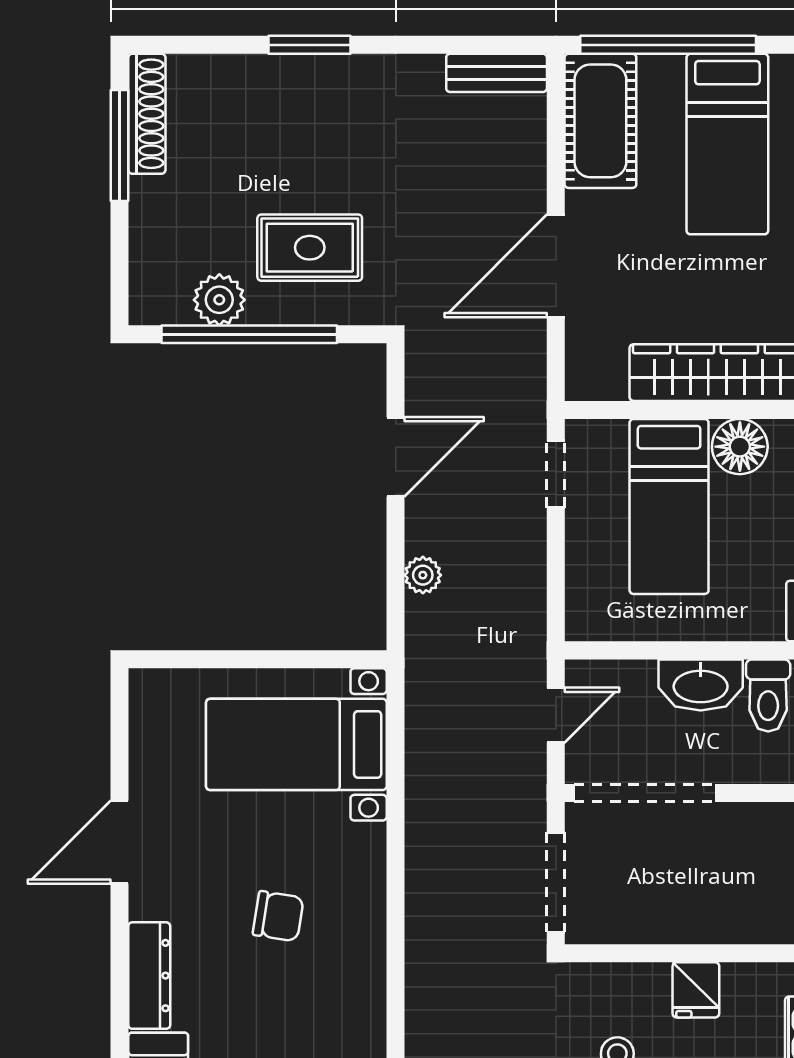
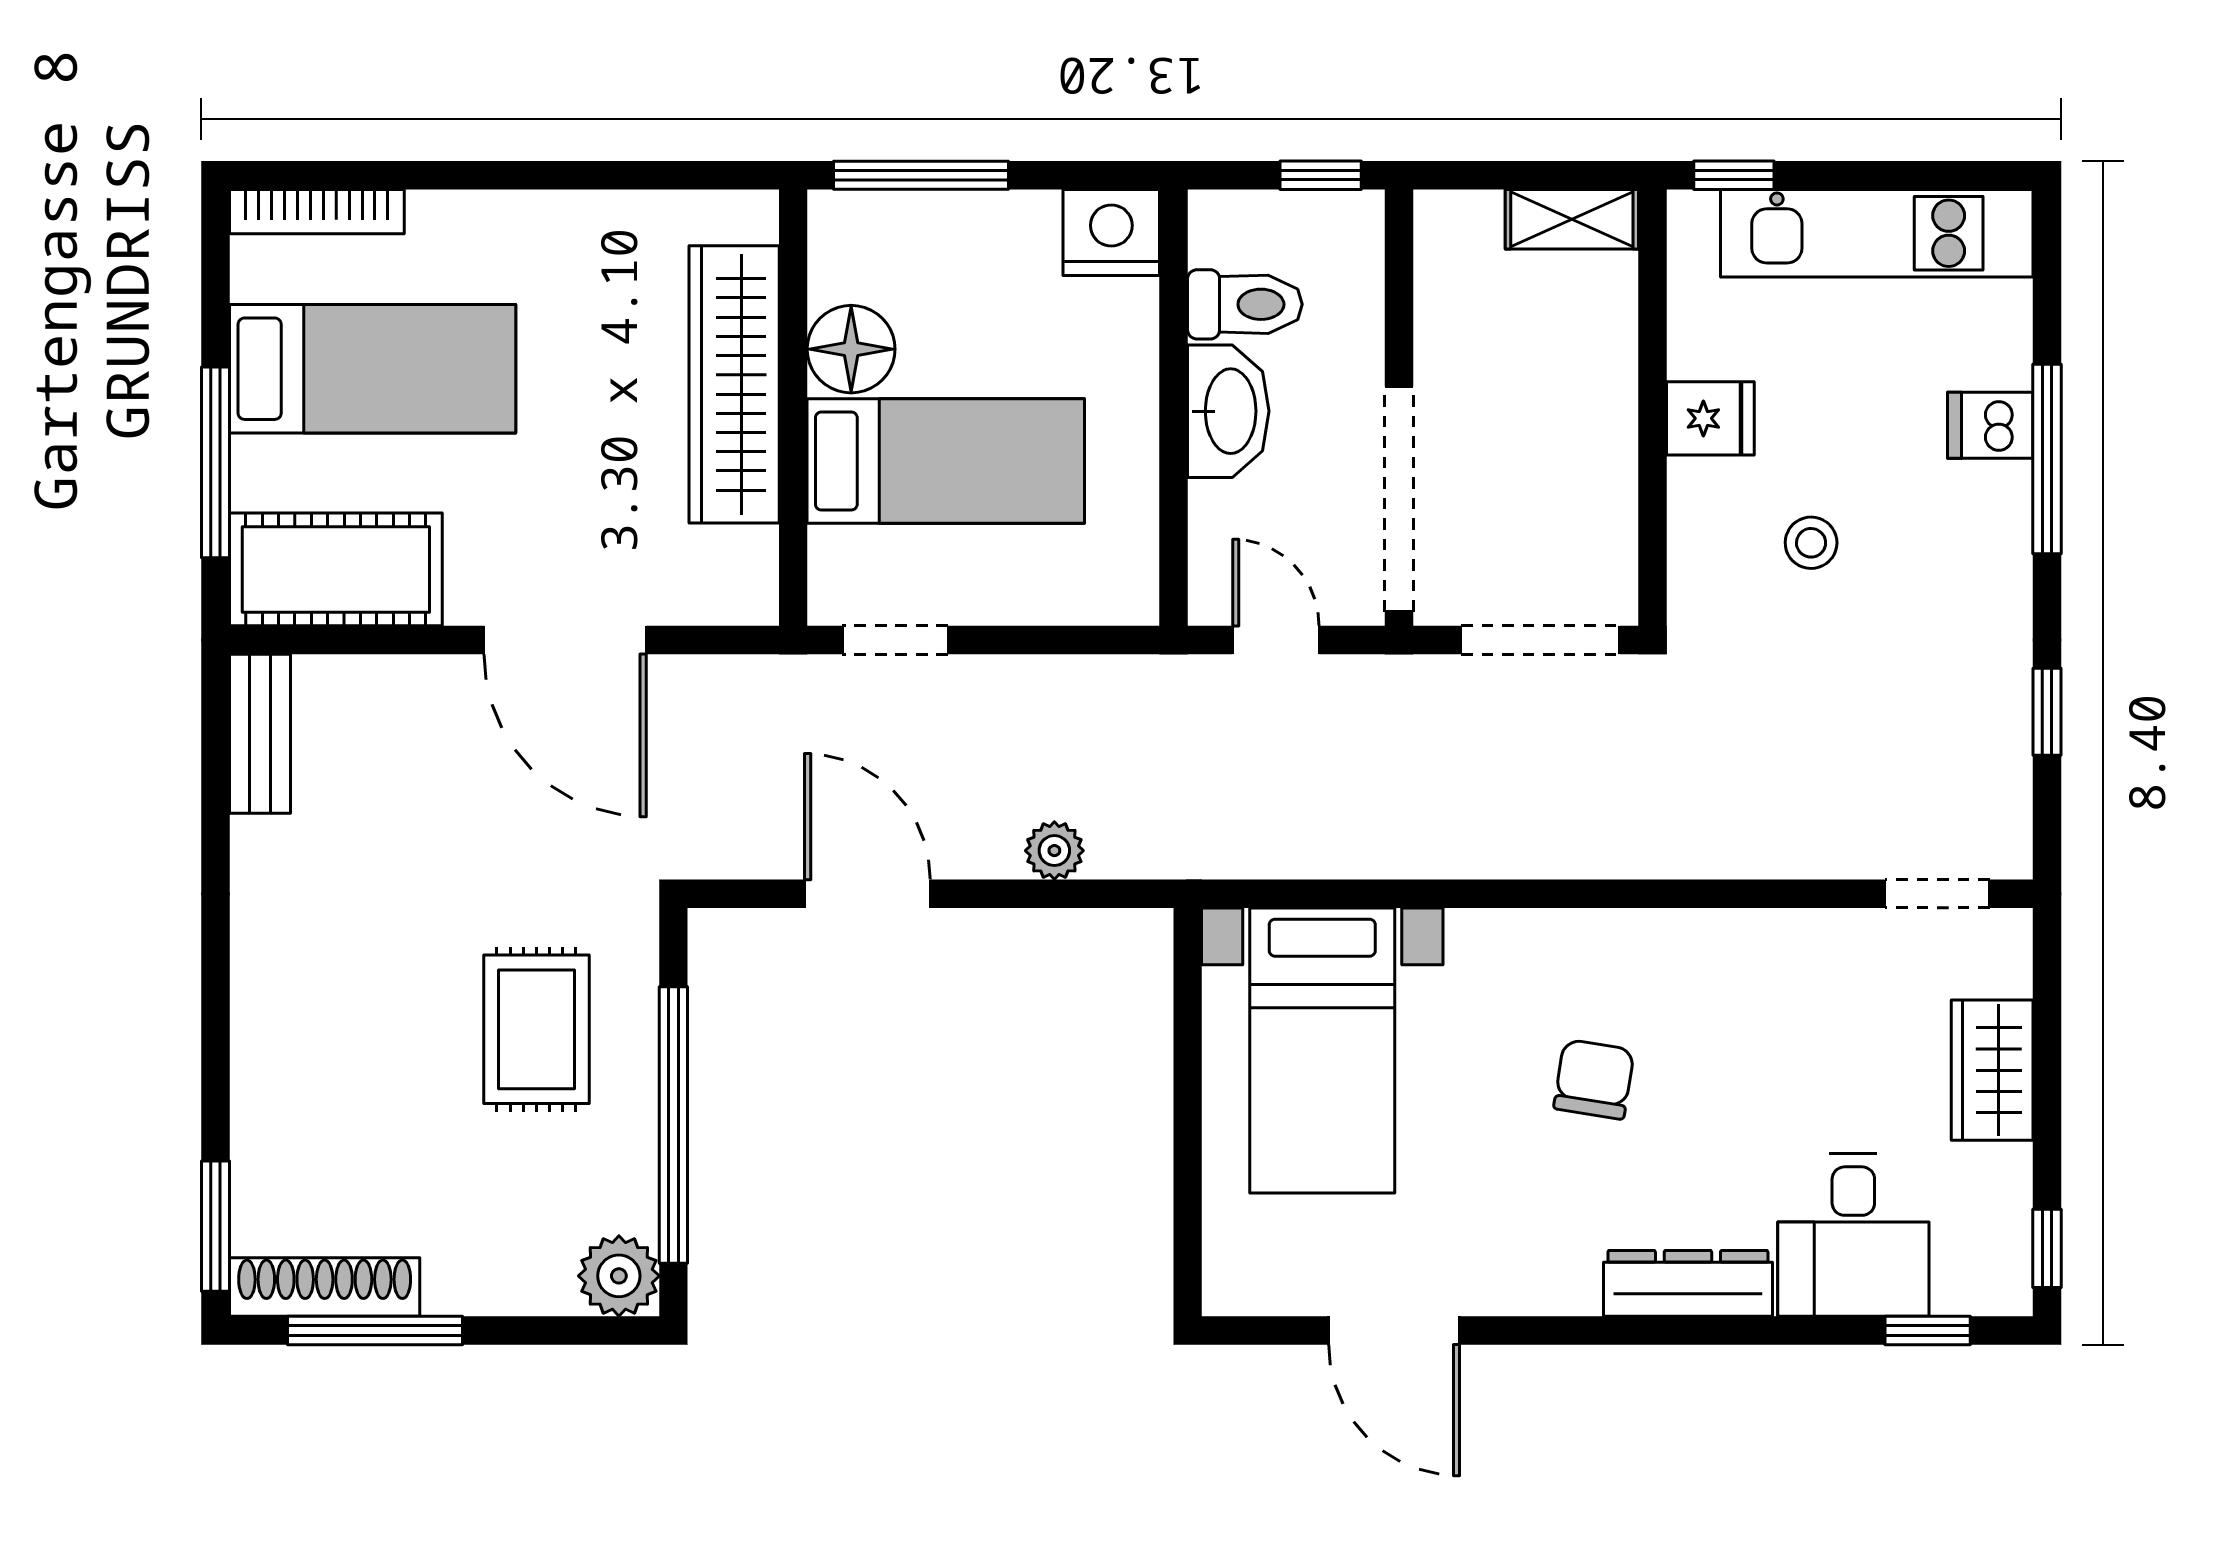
window: (309, 45) -> (216, 1226), moved
window: (668, 45) -> (216, 462), width x0.68
plant: (219, 300) -> (619, 1276), moved
door: (119, 842) -> (1394, 1330), moved

